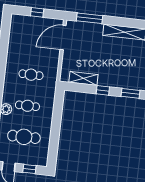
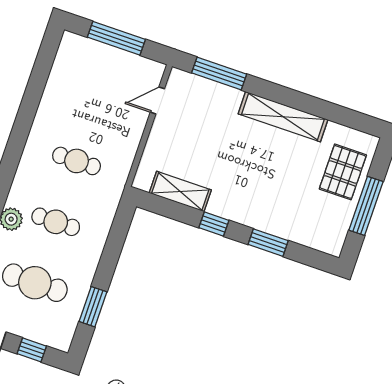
window: (37, 12) -> (116, 38), width x2.17
door: (63, 38) -> (157, 100), width x0.53
window: (54, 142) -> (93, 307), added

